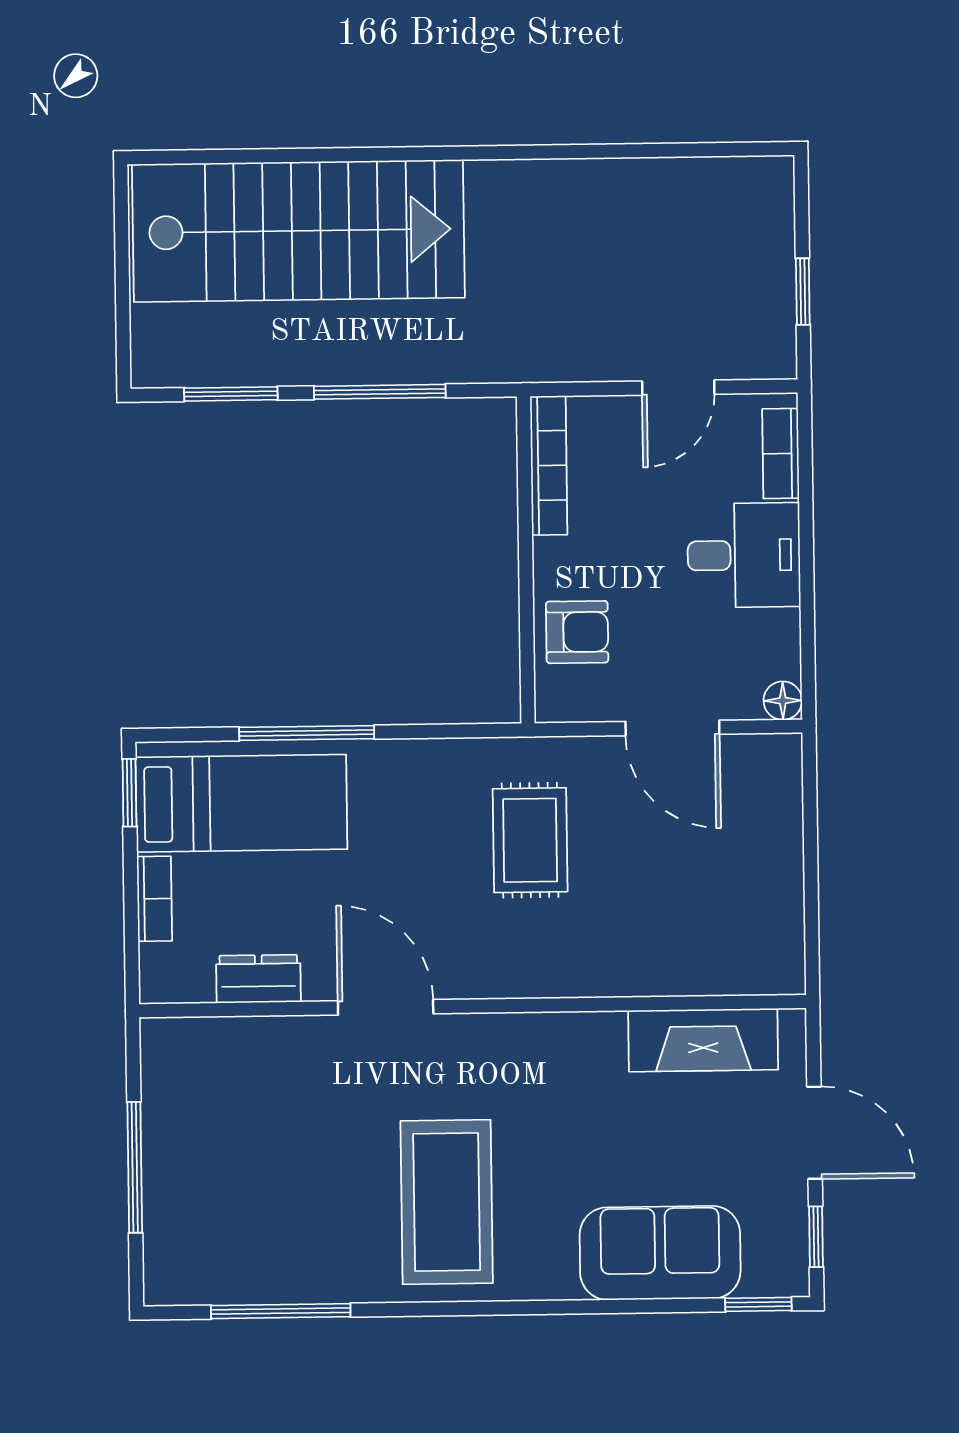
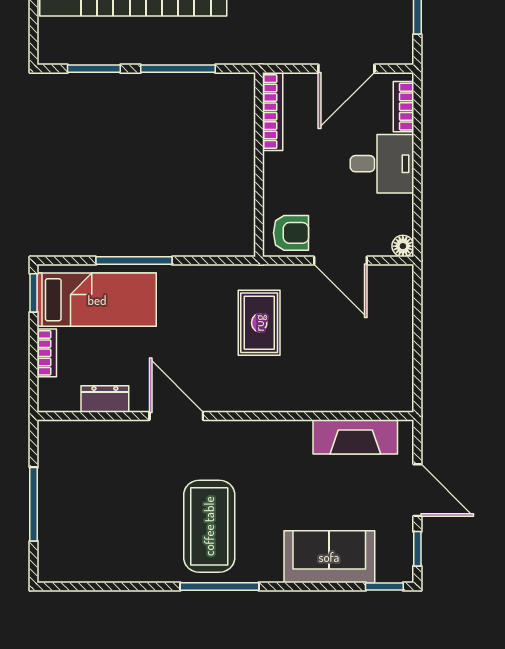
door: (678, 388) -> (346, 69), width x1.38
armchair: (577, 632) -> (291, 233), moved
window: (281, 1311) -> (219, 587), moved

